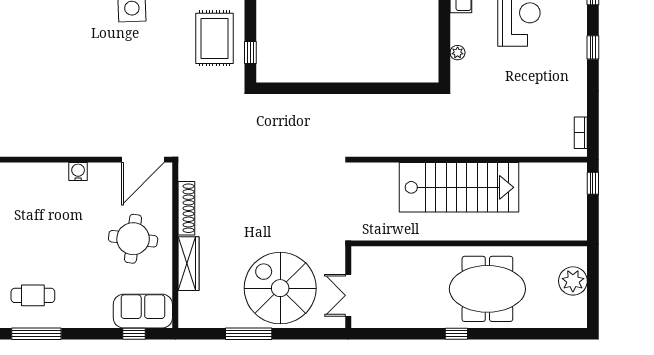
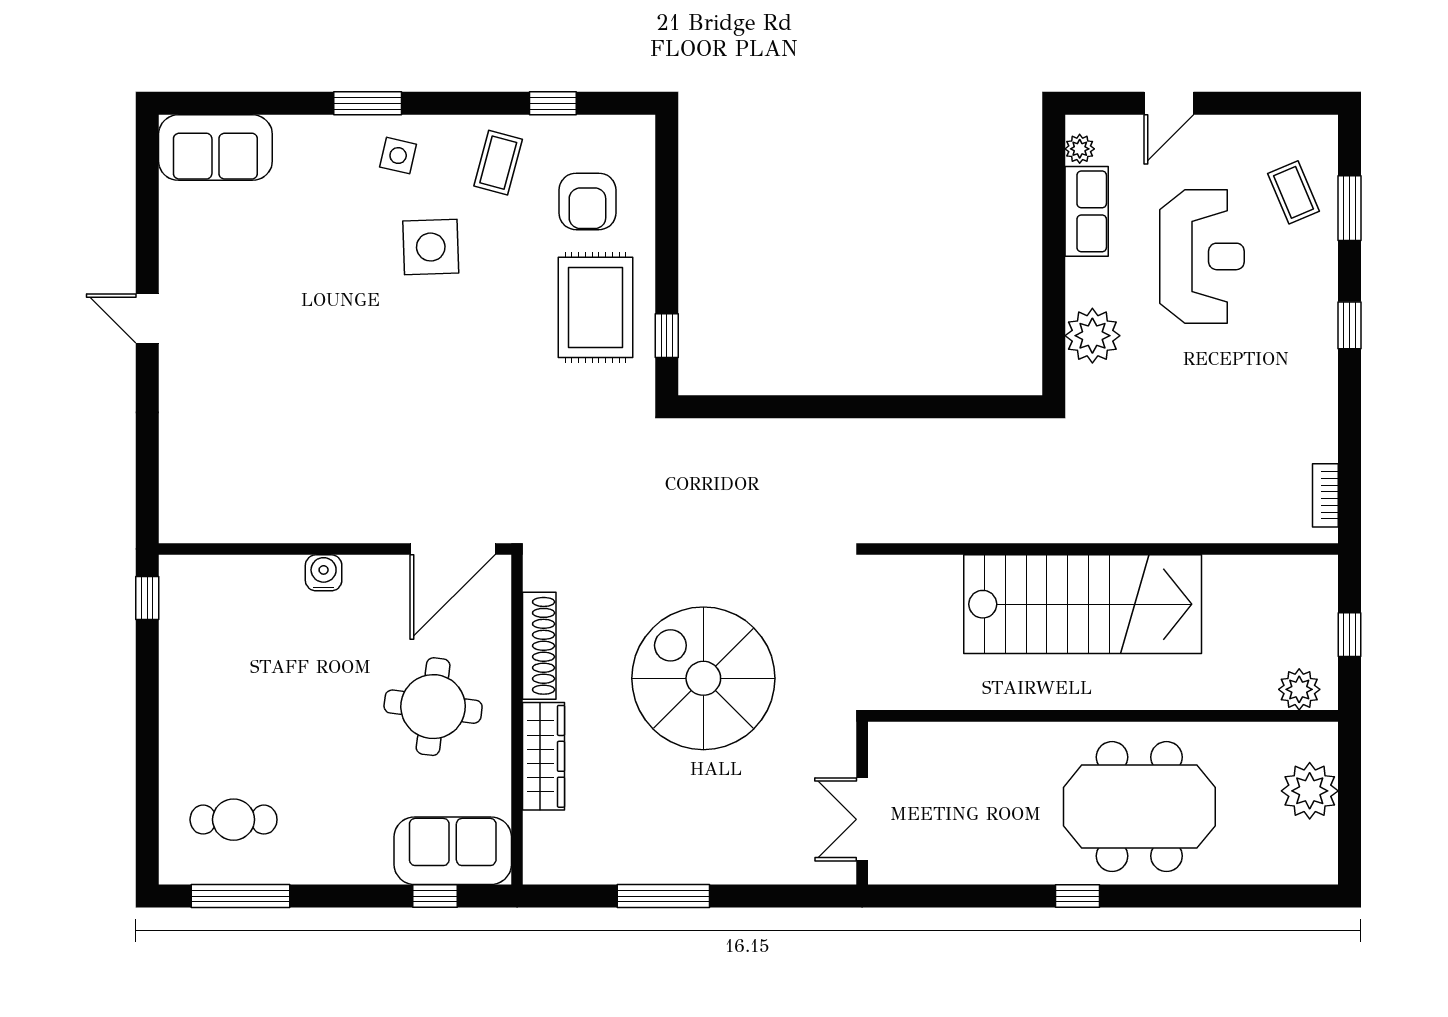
plant: (458, 53) -> (1092, 336), width x1.87, depth x1.87
window: (593, 183) -> (1349, 635), moved
plant: (568, 230) -> (1299, 689), added
spiral stairs: (280, 288) -> (703, 678), moved

